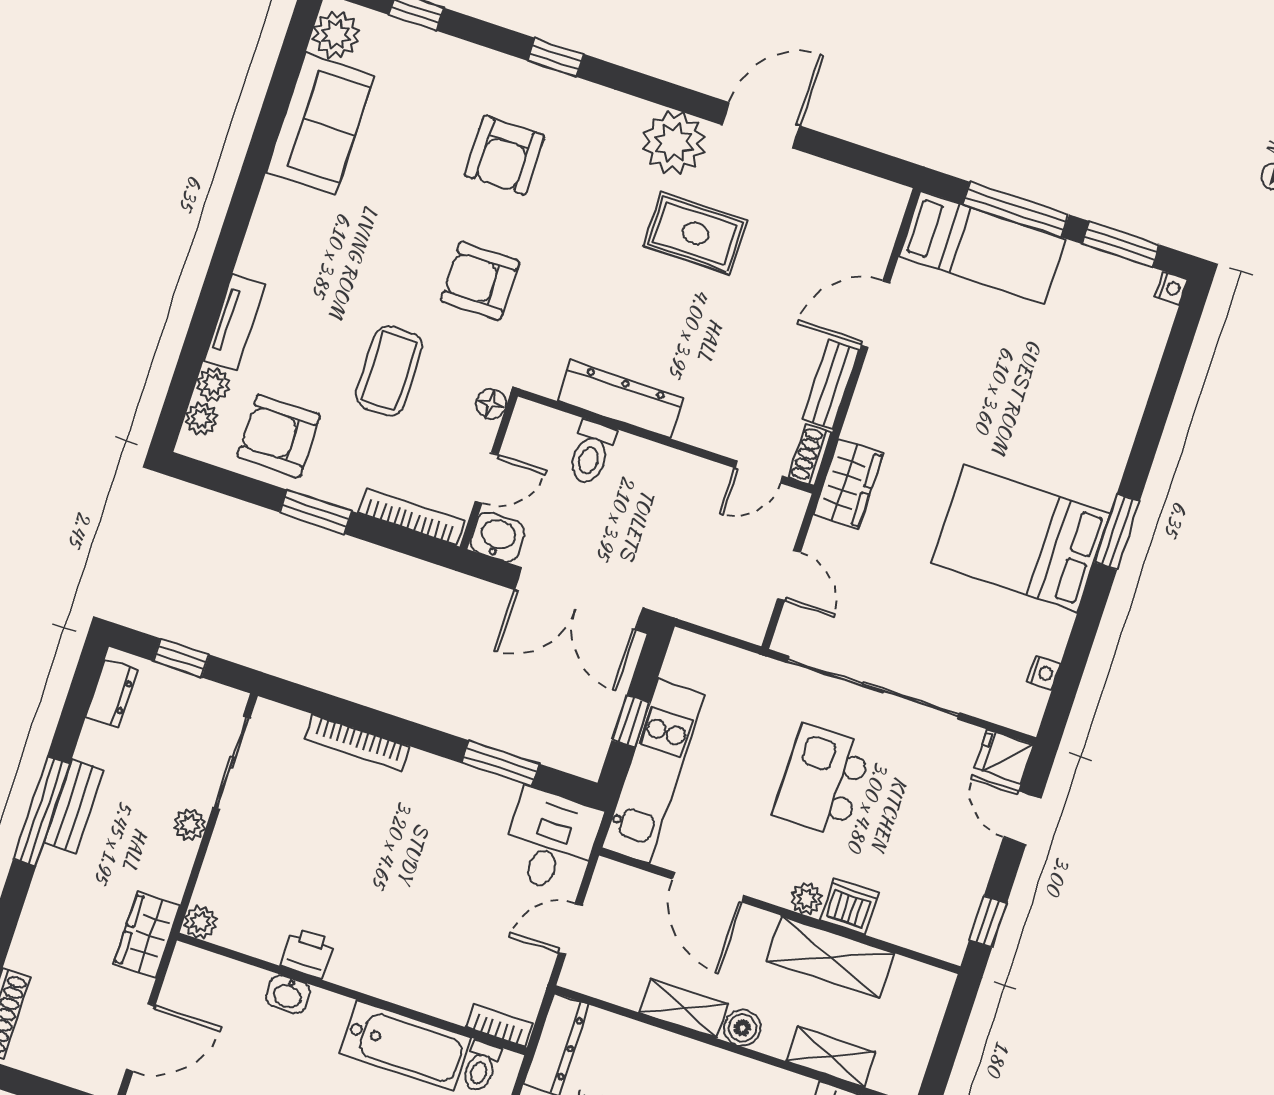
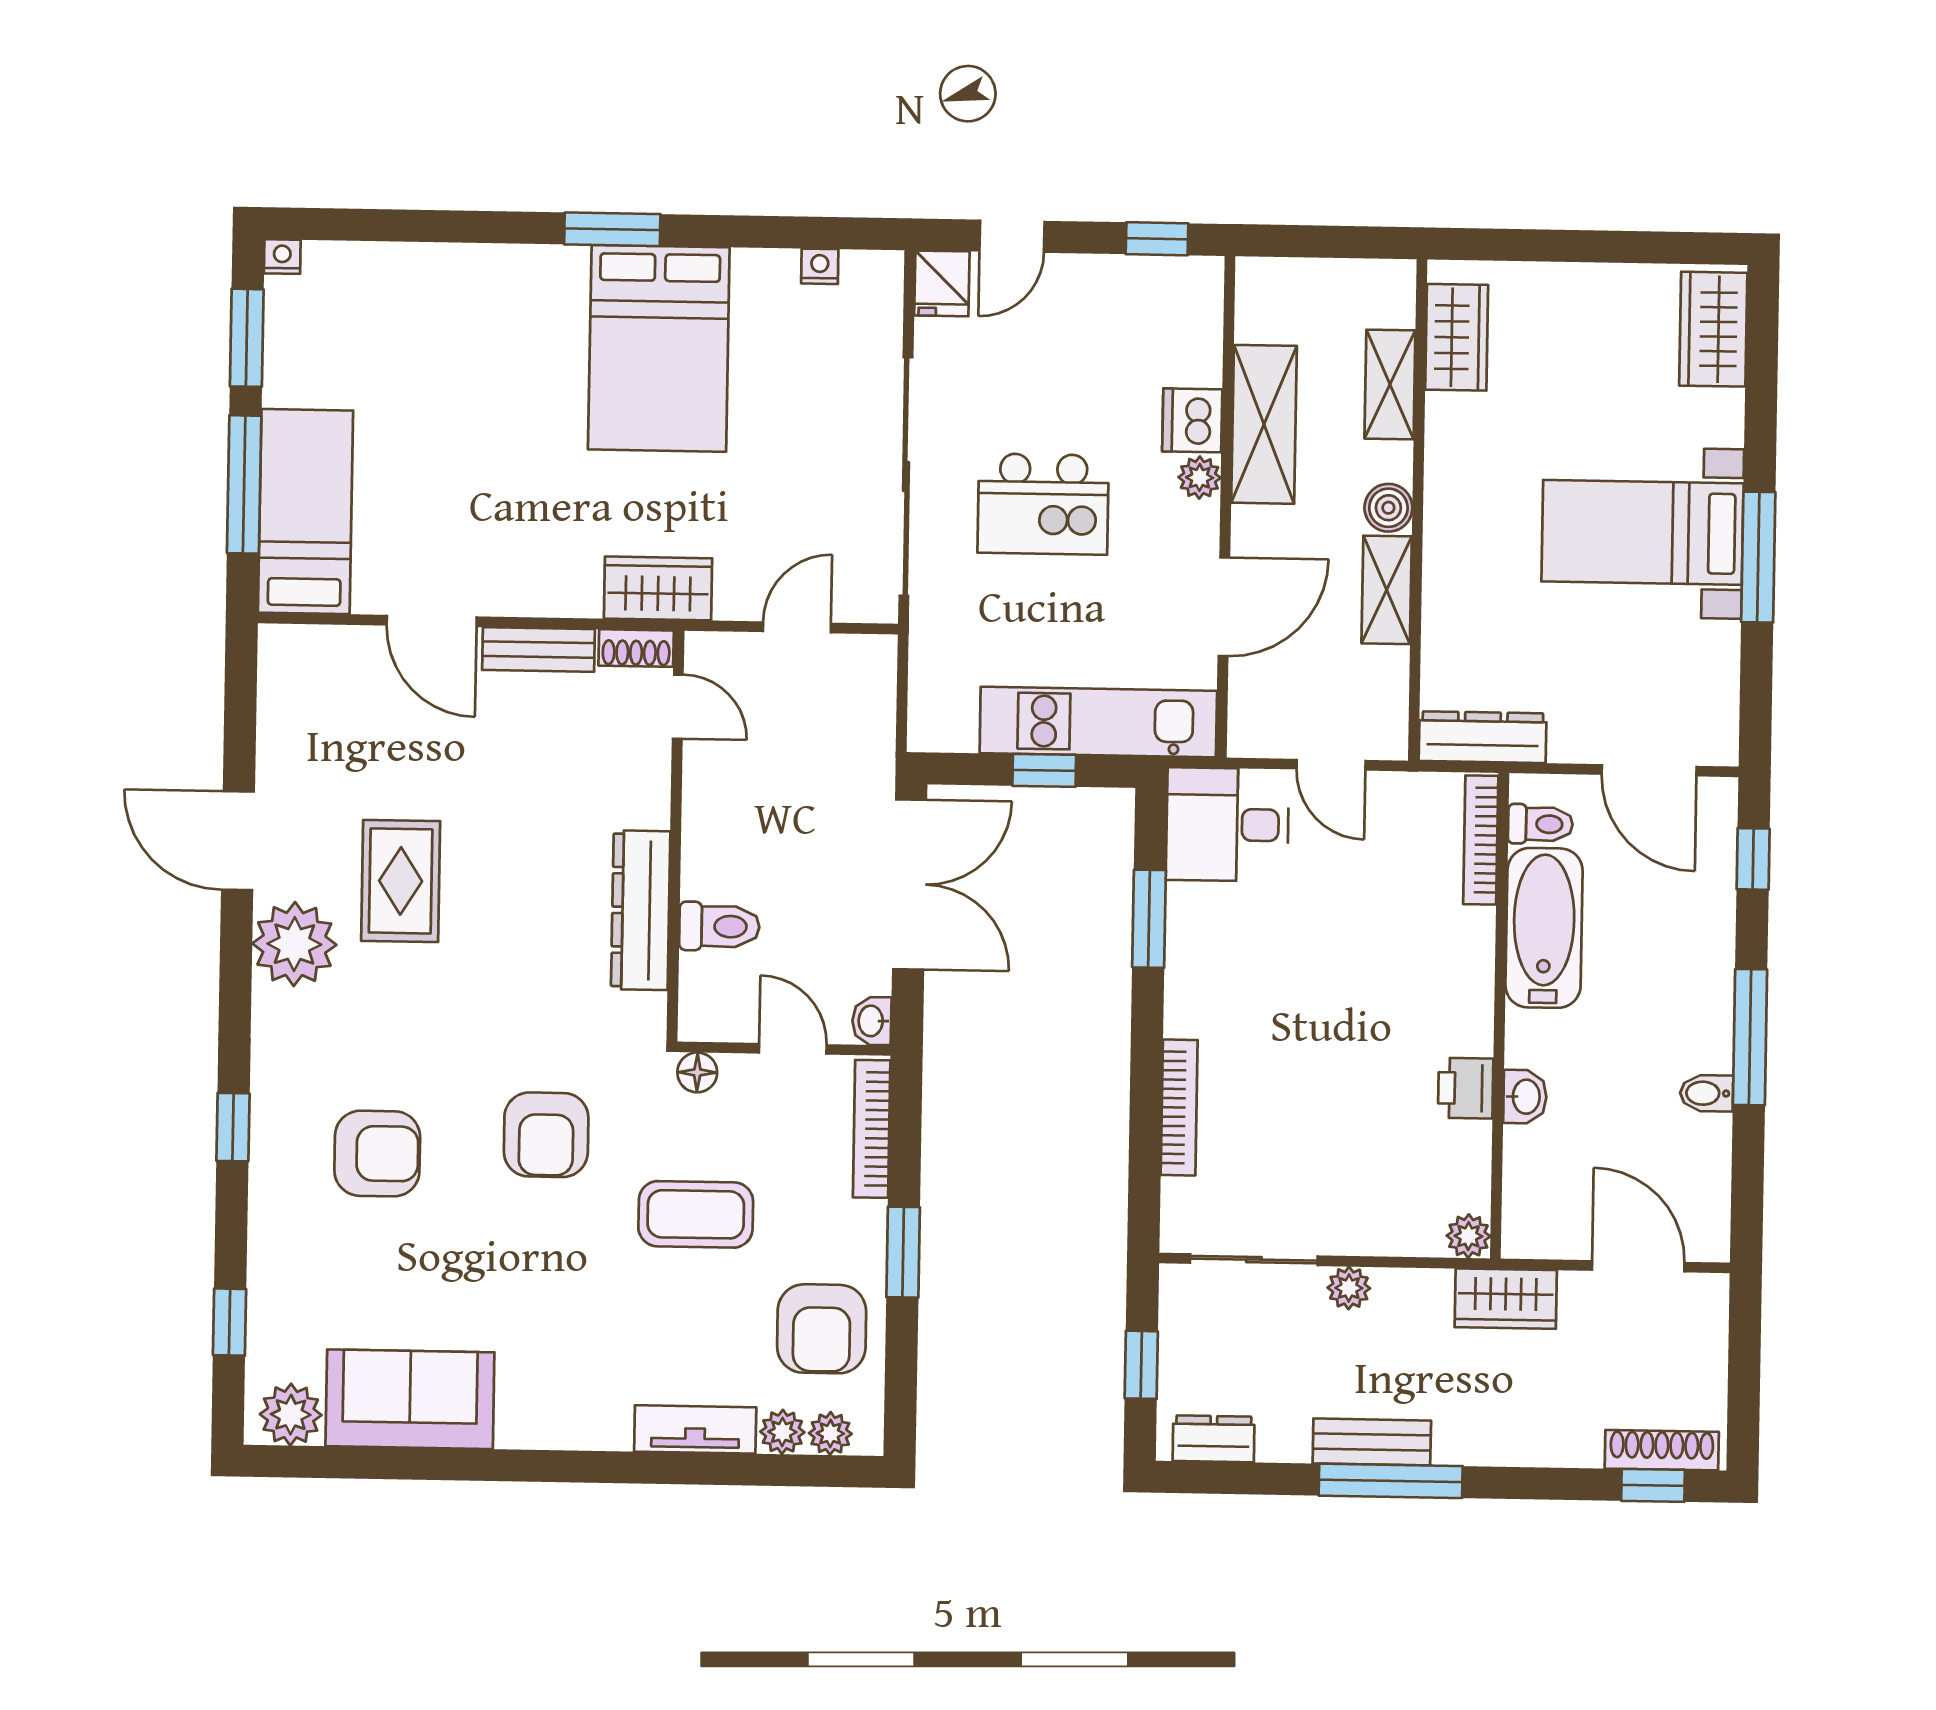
washbasin: (498, 537) -> (872, 1021), width x0.72, depth x0.69
bookcase: (499, 1025) -> (1481, 840), width x1.56

